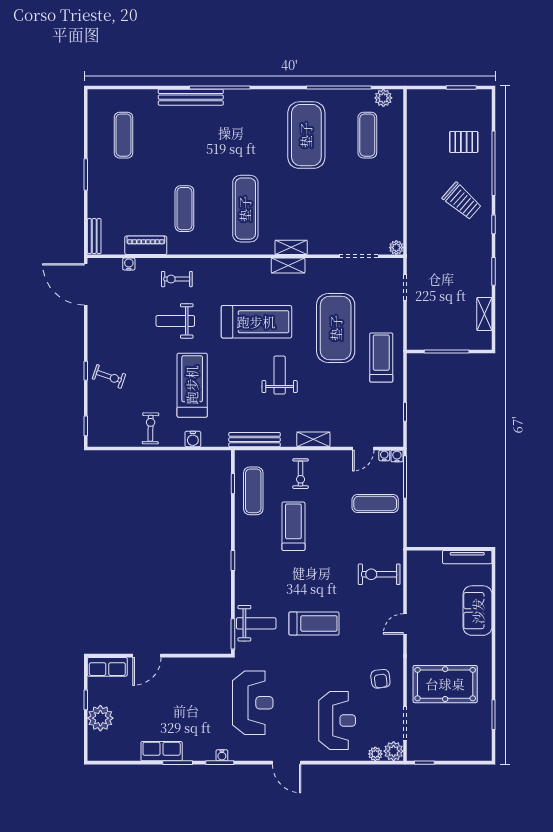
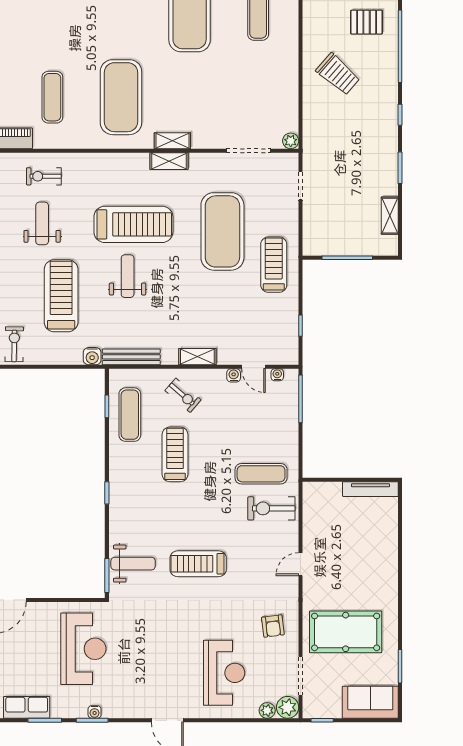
trolley: (462, 201) -> (338, 74), moved
exercise mat: (245, 209) -> (121, 97), width x1.47
weight bench: (175, 321) -> (42, 223), turned 90
weight bench: (280, 375) -> (128, 276), moved
water cooler: (193, 439) -> (92, 356), moved
door: (363, 448) -> (254, 367), hinge flipped
water cooler: (397, 456) -> (234, 375), moved
exercise bike: (301, 474) -> (183, 395), turned -49
exercise mat: (375, 504) -> (261, 474), moved
sofa: (478, 611) -> (370, 702), moved, turned 90
treadmill: (314, 623) -> (198, 564), turned 180
reception desk: (253, 703) -> (83, 649), moved

